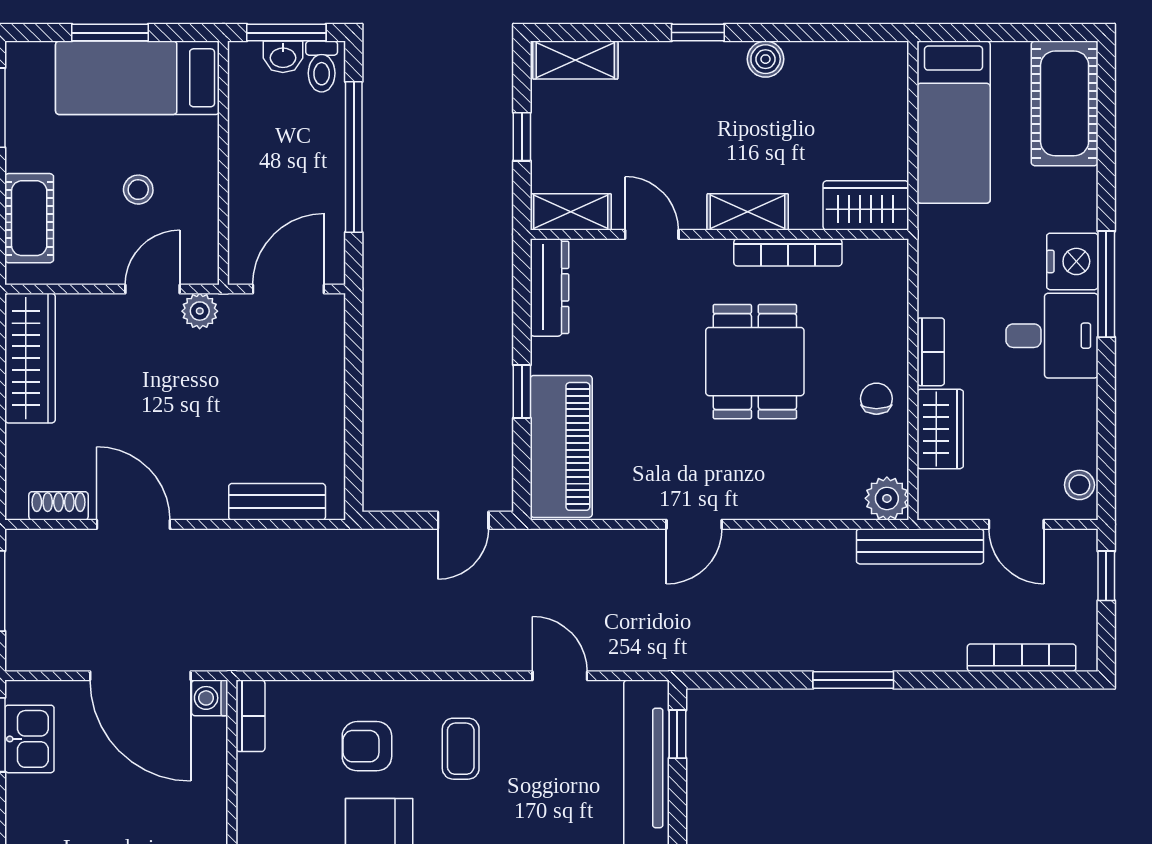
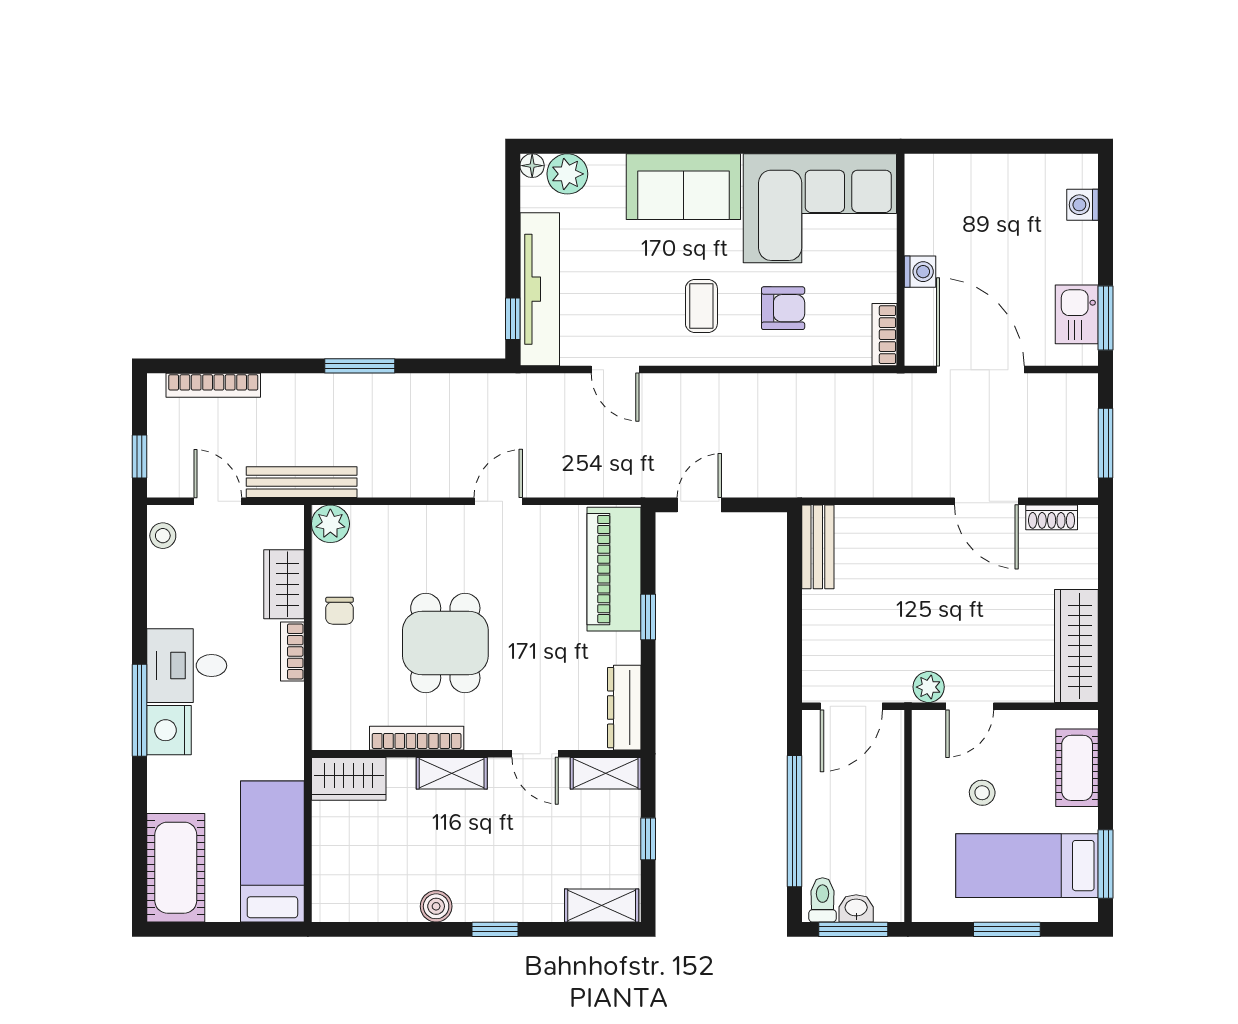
bed: (137, 78) -> (1027, 866), moved, turned 180
bench: (277, 502) -> (818, 547), moved, turned 90
washing machine: (210, 698) -> (920, 272), moved

